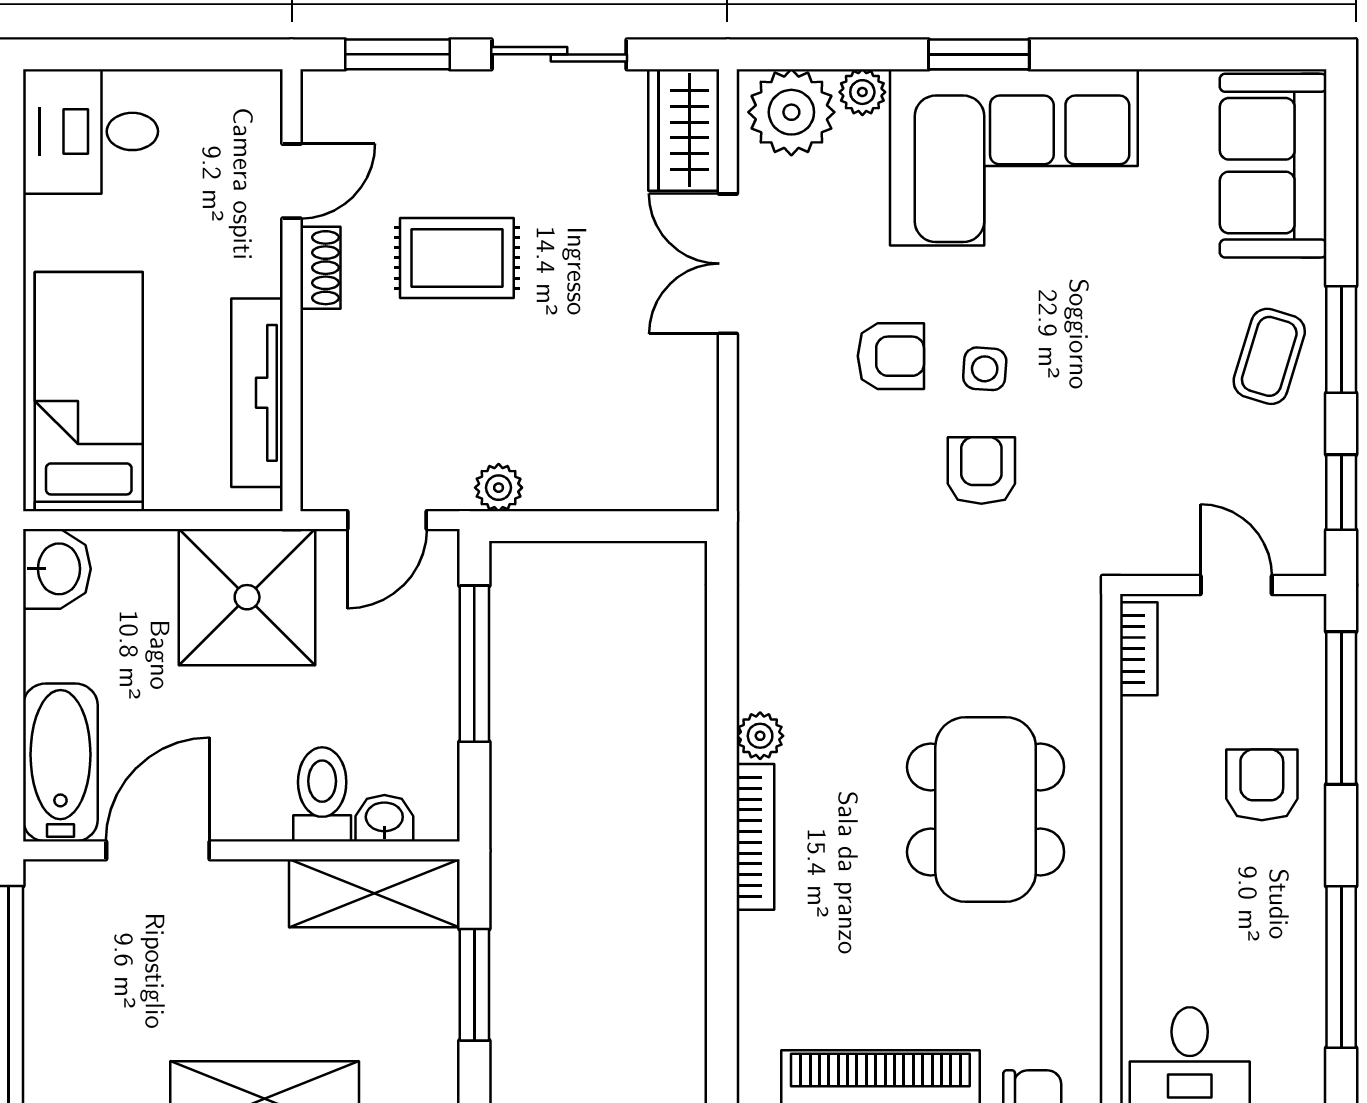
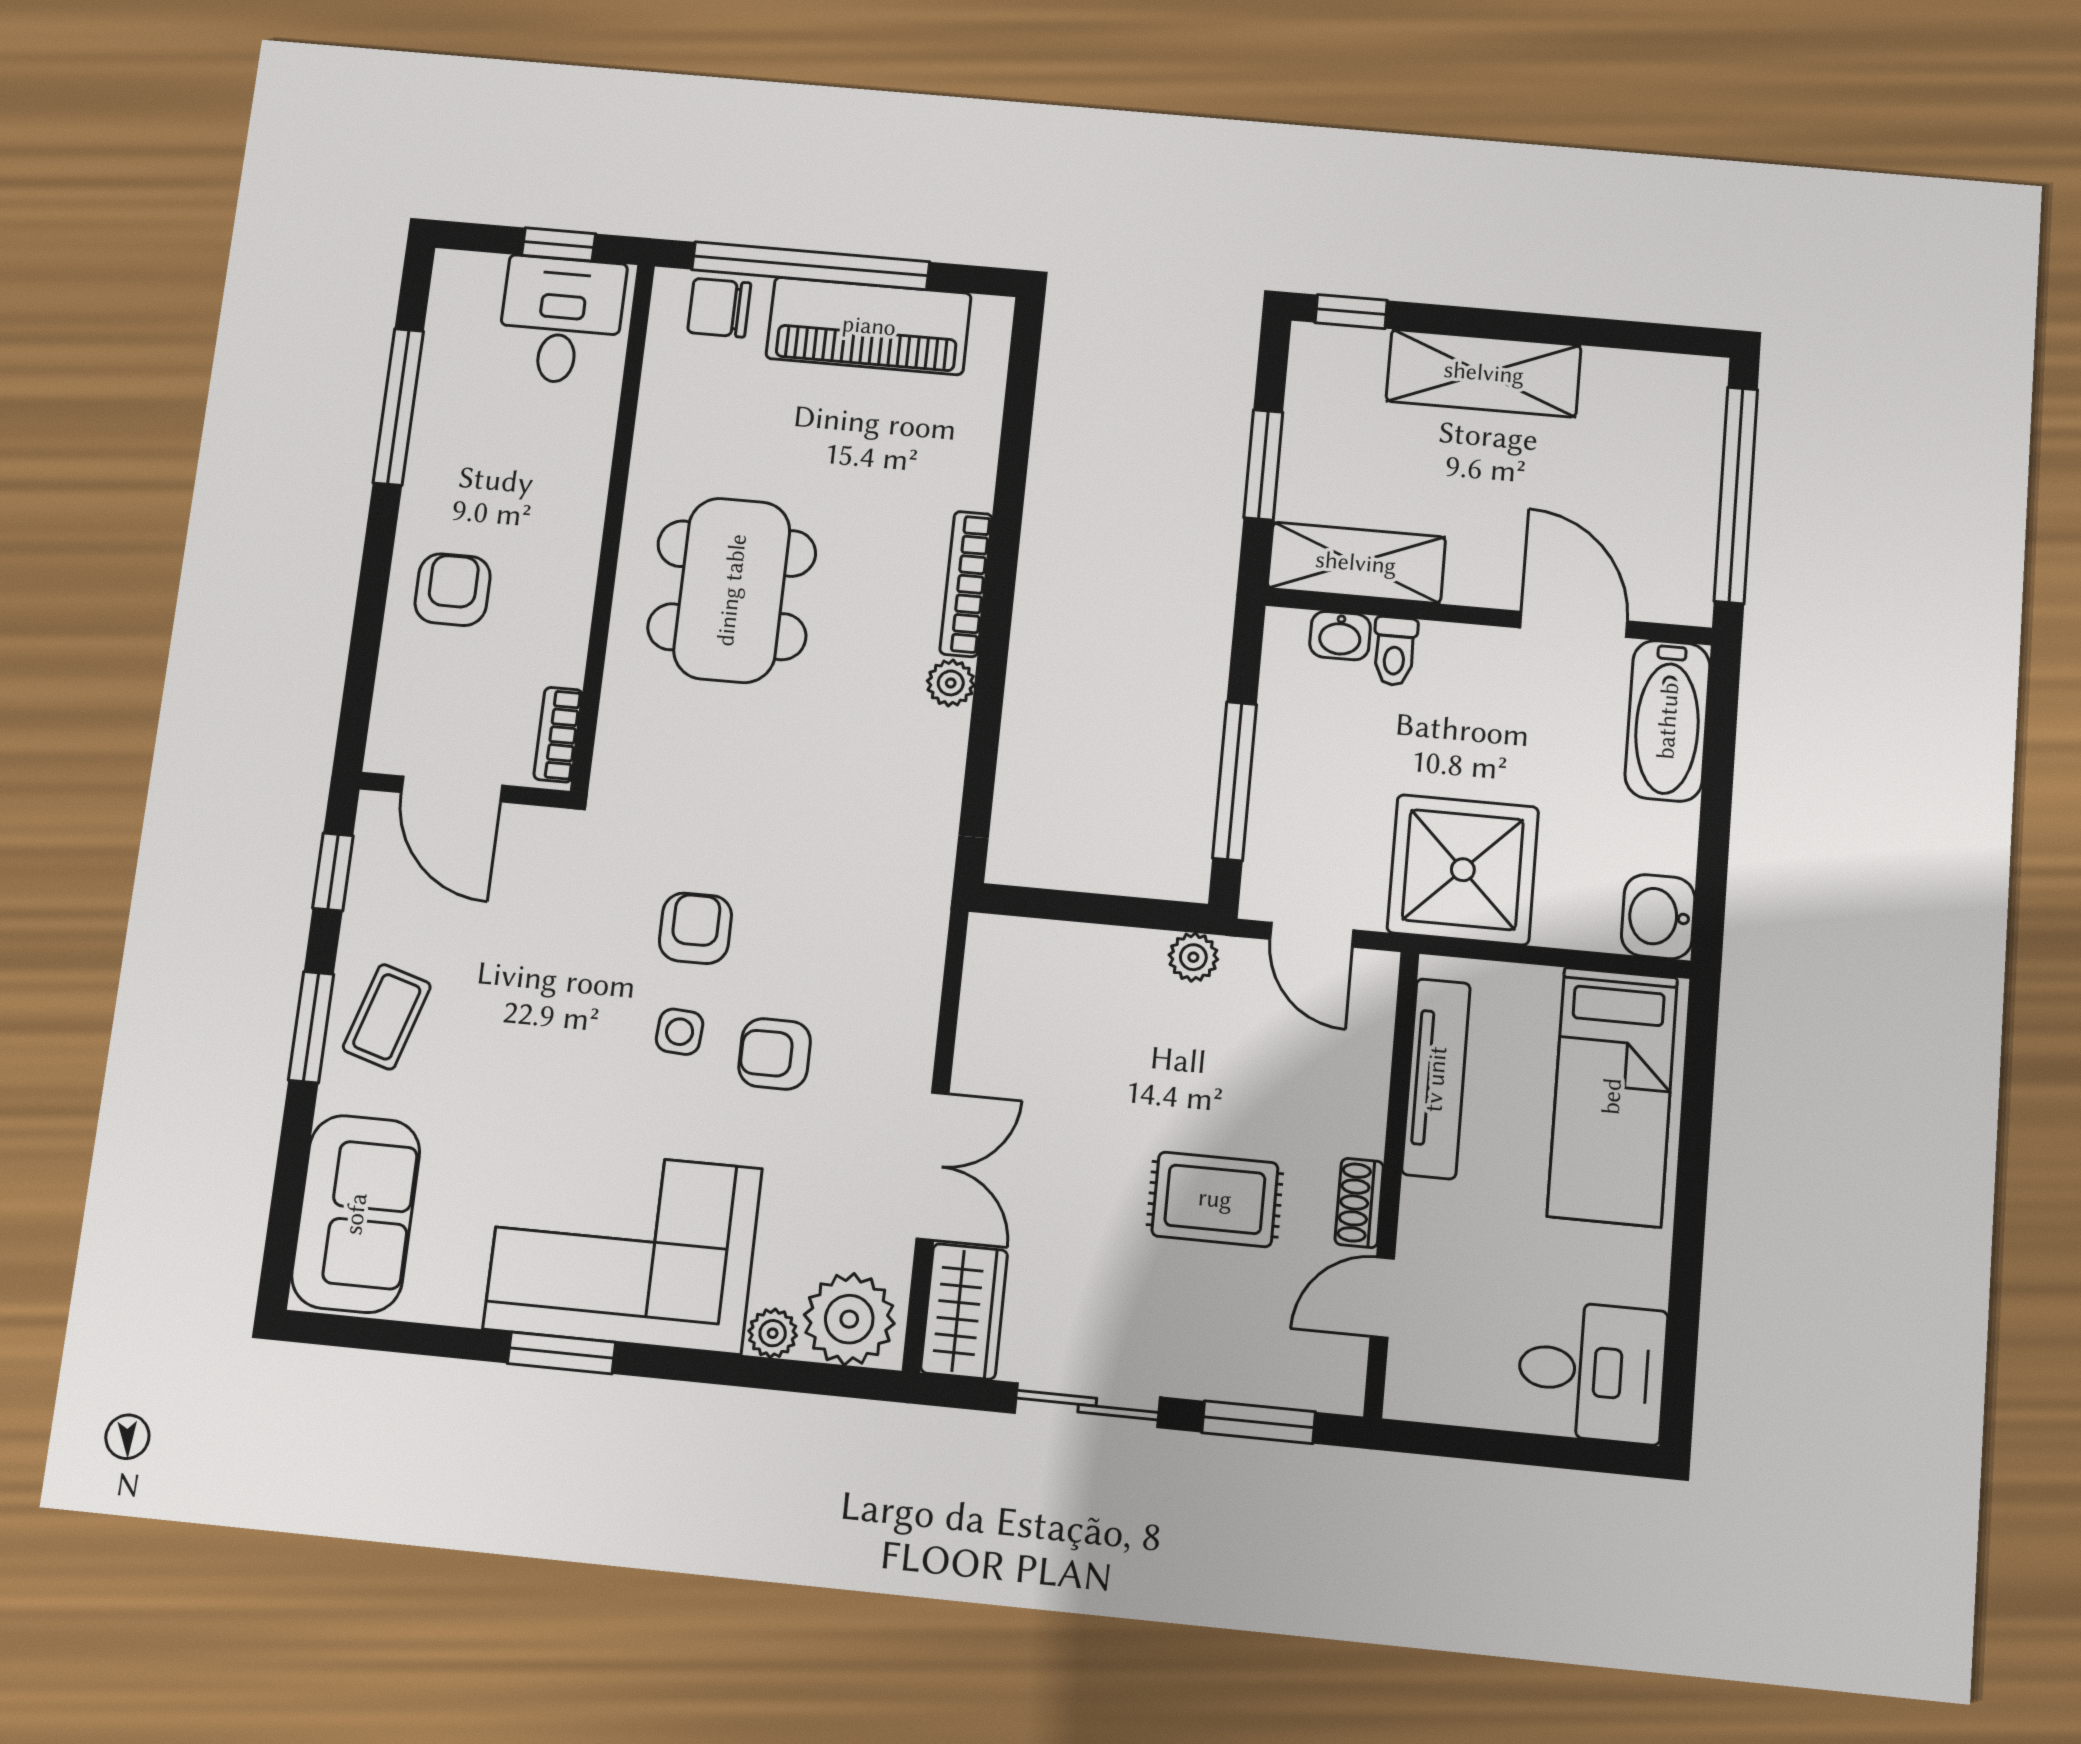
window: (979, 54) -> (562, 1353), moved
armchair: (981, 470) -> (695, 928), turned 180
door: (387, 520) -> (1312, 935), swing flipped
door: (1236, 585) -> (452, 789), width x1.38
window: (1341, 708) -> (363, 658), removed
armchair: (1262, 785) -> (453, 590), turned 180
toilet: (322, 794) -> (1395, 651), width x0.73, depth x0.72
door: (158, 850) -> (1574, 624), swing flipped

